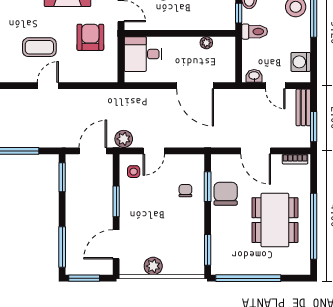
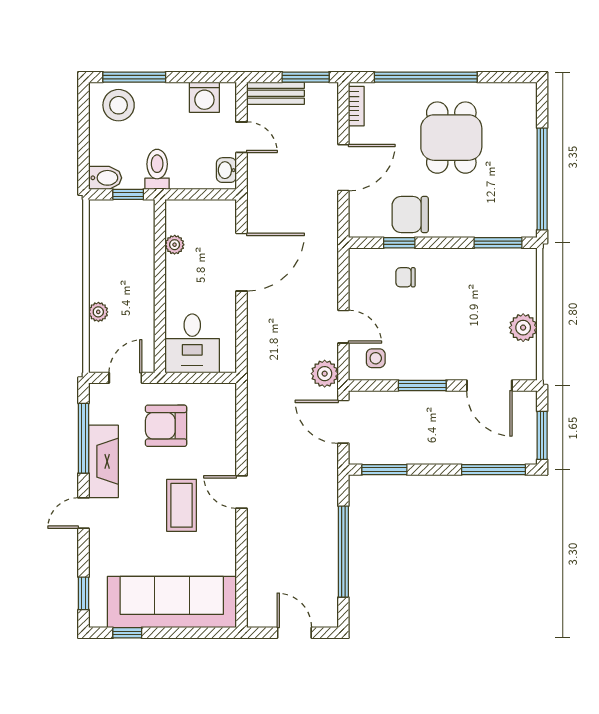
door: (275, 86) -> (241, 137), hinge flipped
window: (208, 187) -> (399, 243), width x0.67
dining table: (275, 220) -> (451, 138), width x0.73
window: (314, 226) -> (426, 77), moved

